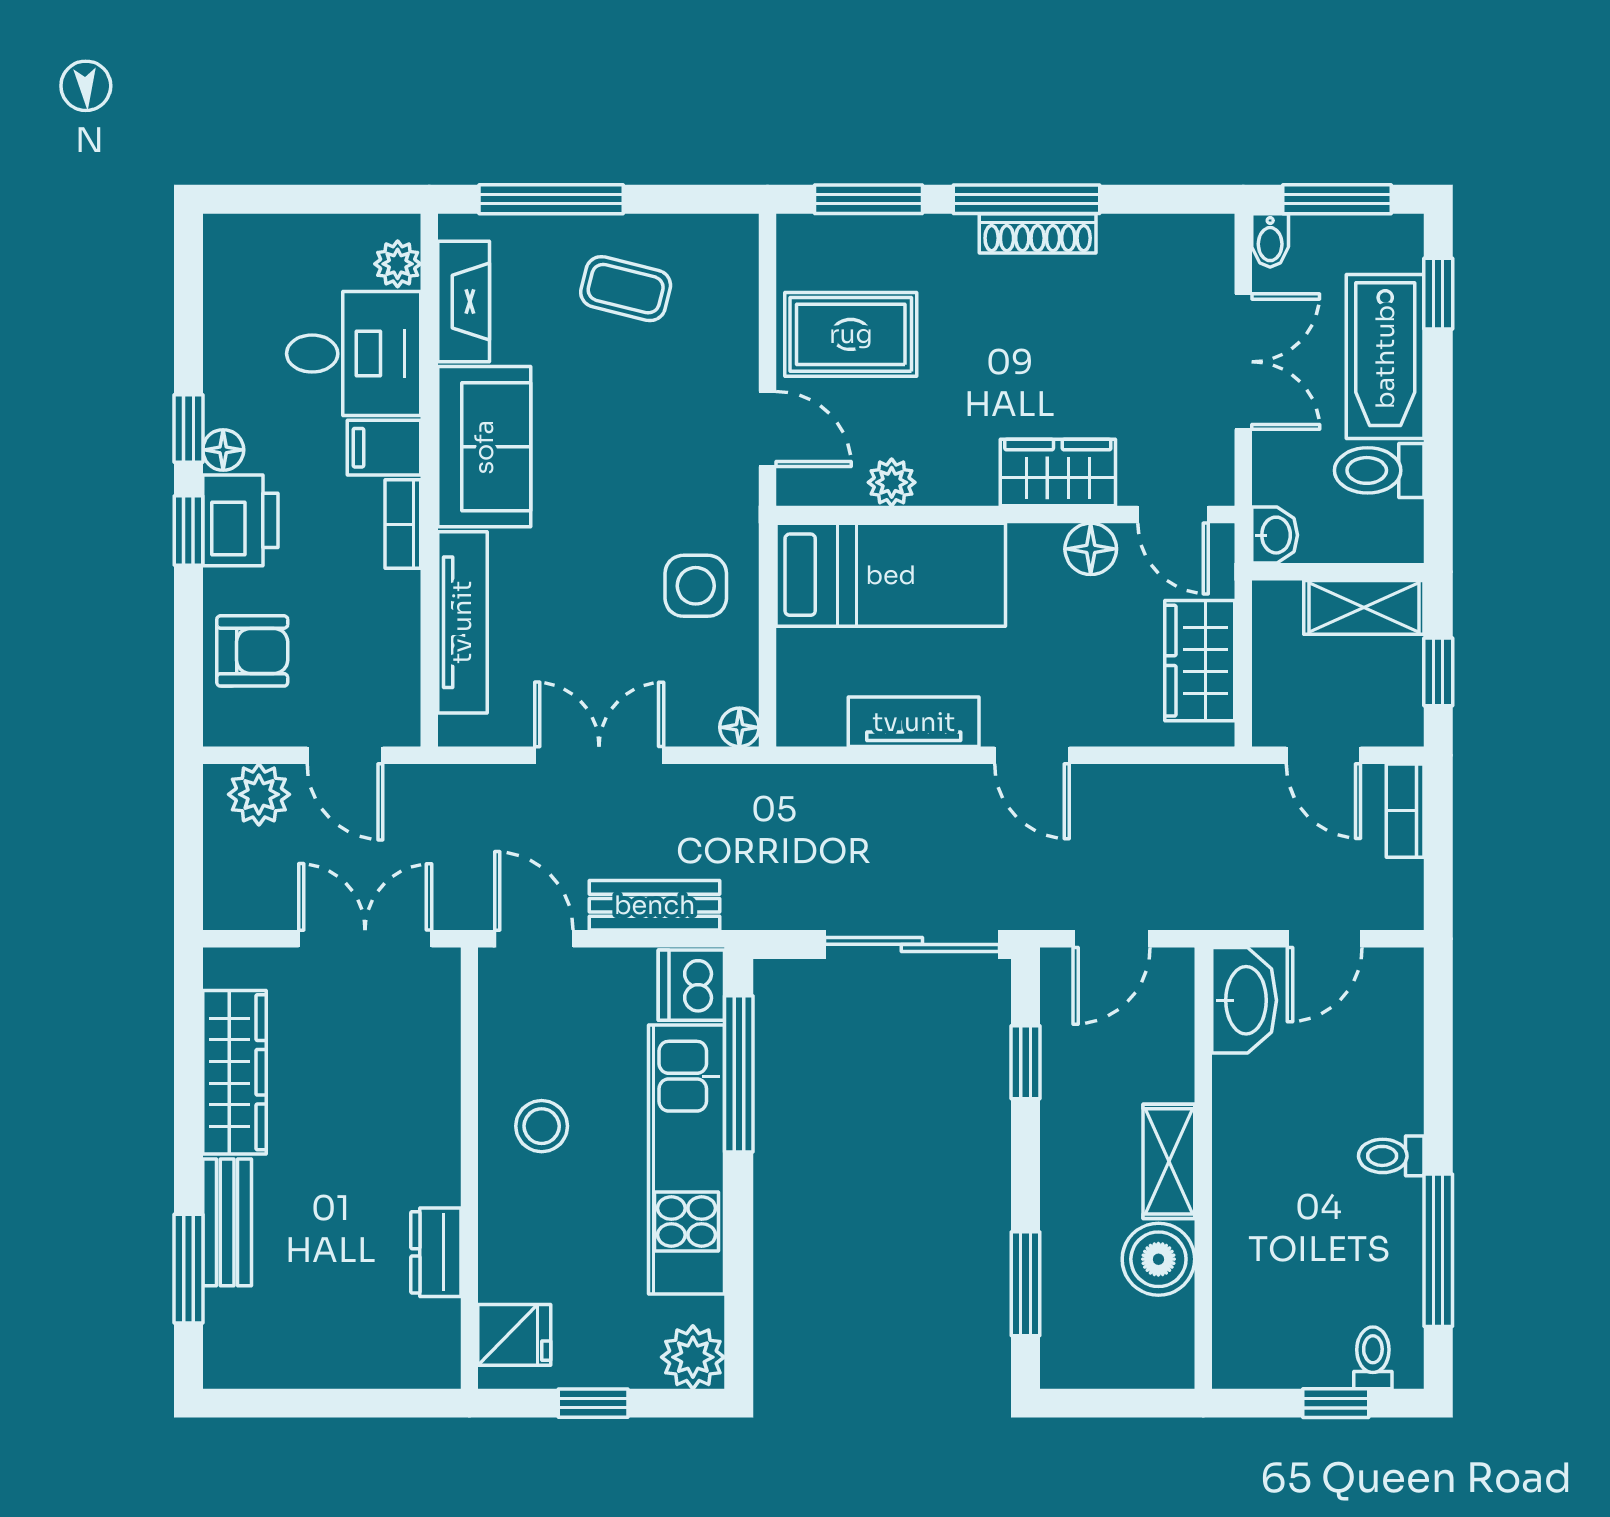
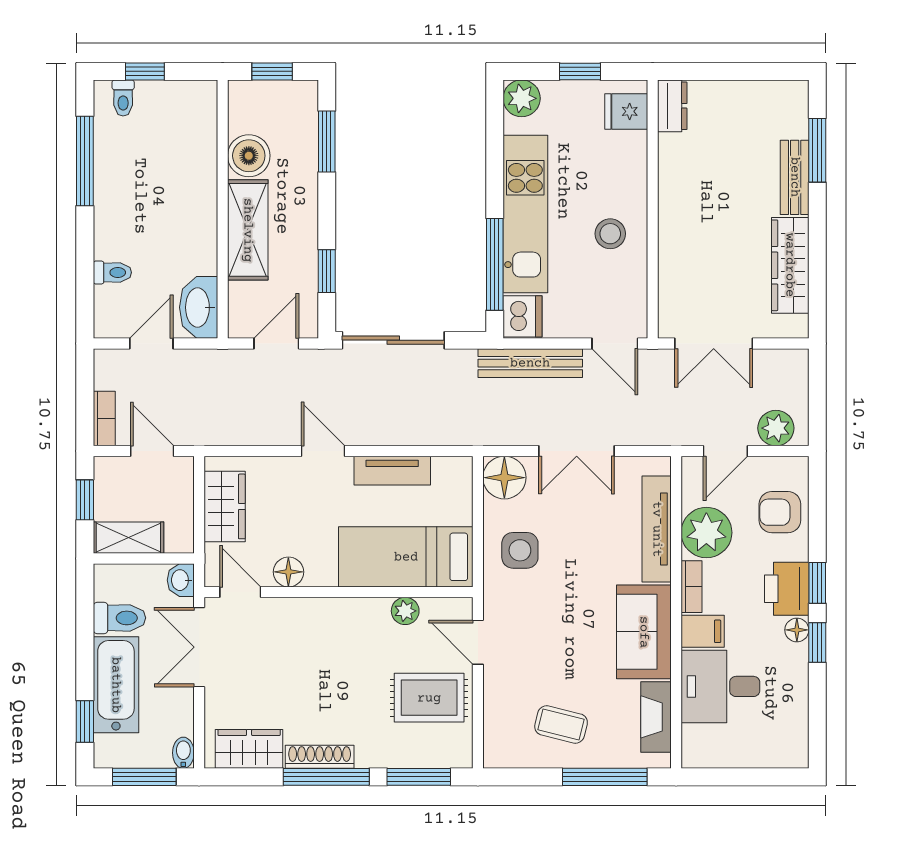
plant: (398, 264) -> (706, 533), moved, width x1.88, depth x1.88
double door: (1243, 362) -> (199, 647), moved
wardrobe: (1058, 473) -> (249, 749), moved, turned 180
floor lamp: (739, 727) -> (504, 478), width x1.89, depth x1.89
door: (345, 755) -> (725, 451), swing flipped
bench: (655, 905) -> (530, 363), width x1.36
toilet: (1391, 1156) -> (112, 272), moved
shelving: (1169, 1161) -> (248, 230), width x1.50, depth x1.33
dresser: (436, 1252) -> (672, 106), moved
window: (1119, 1403) -> (272, 71), added

